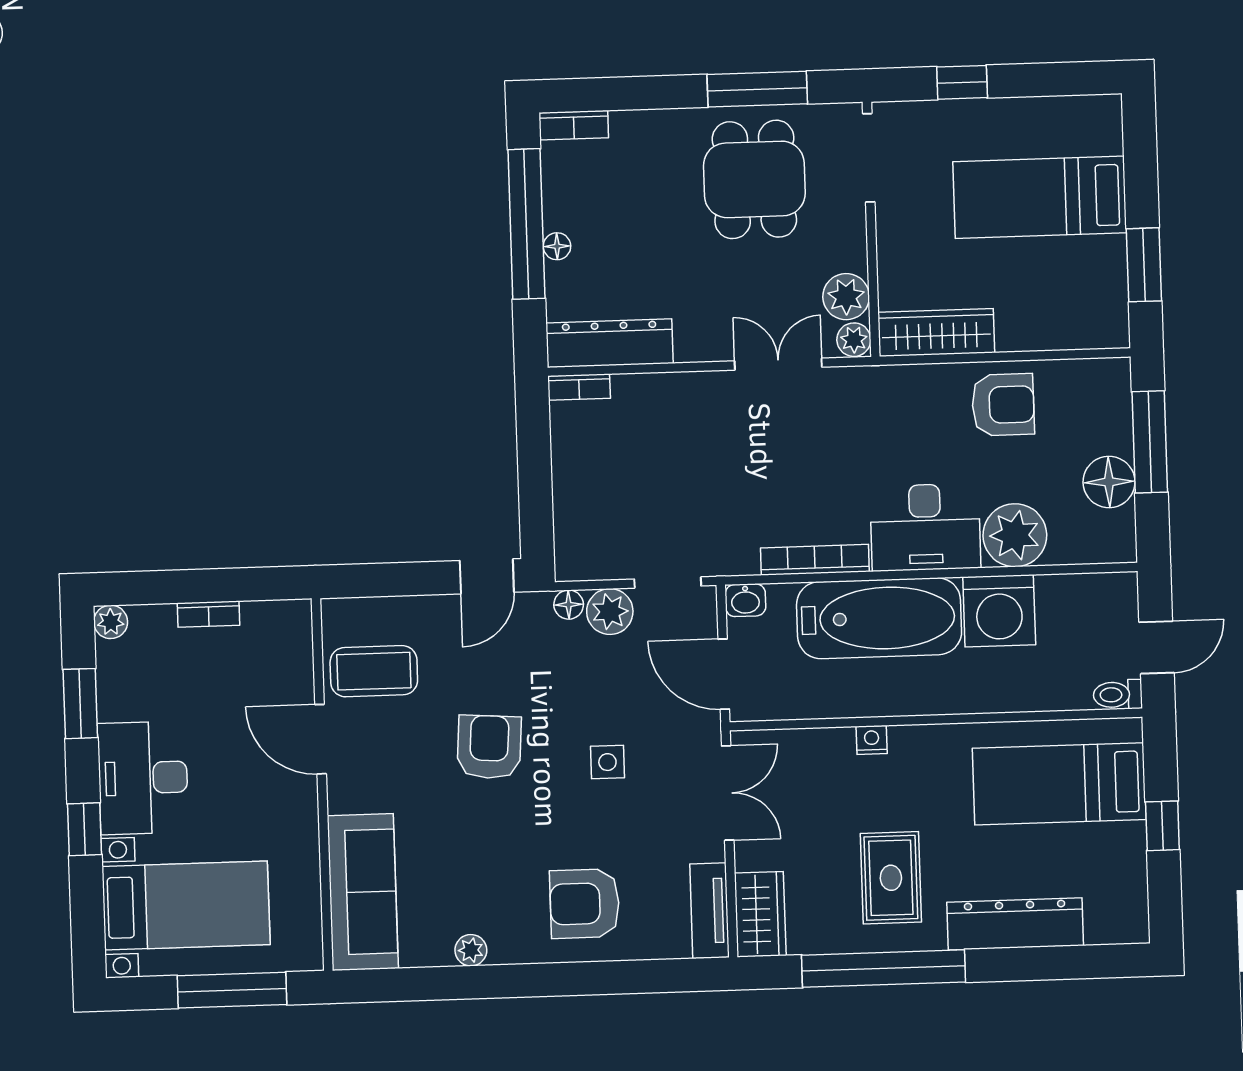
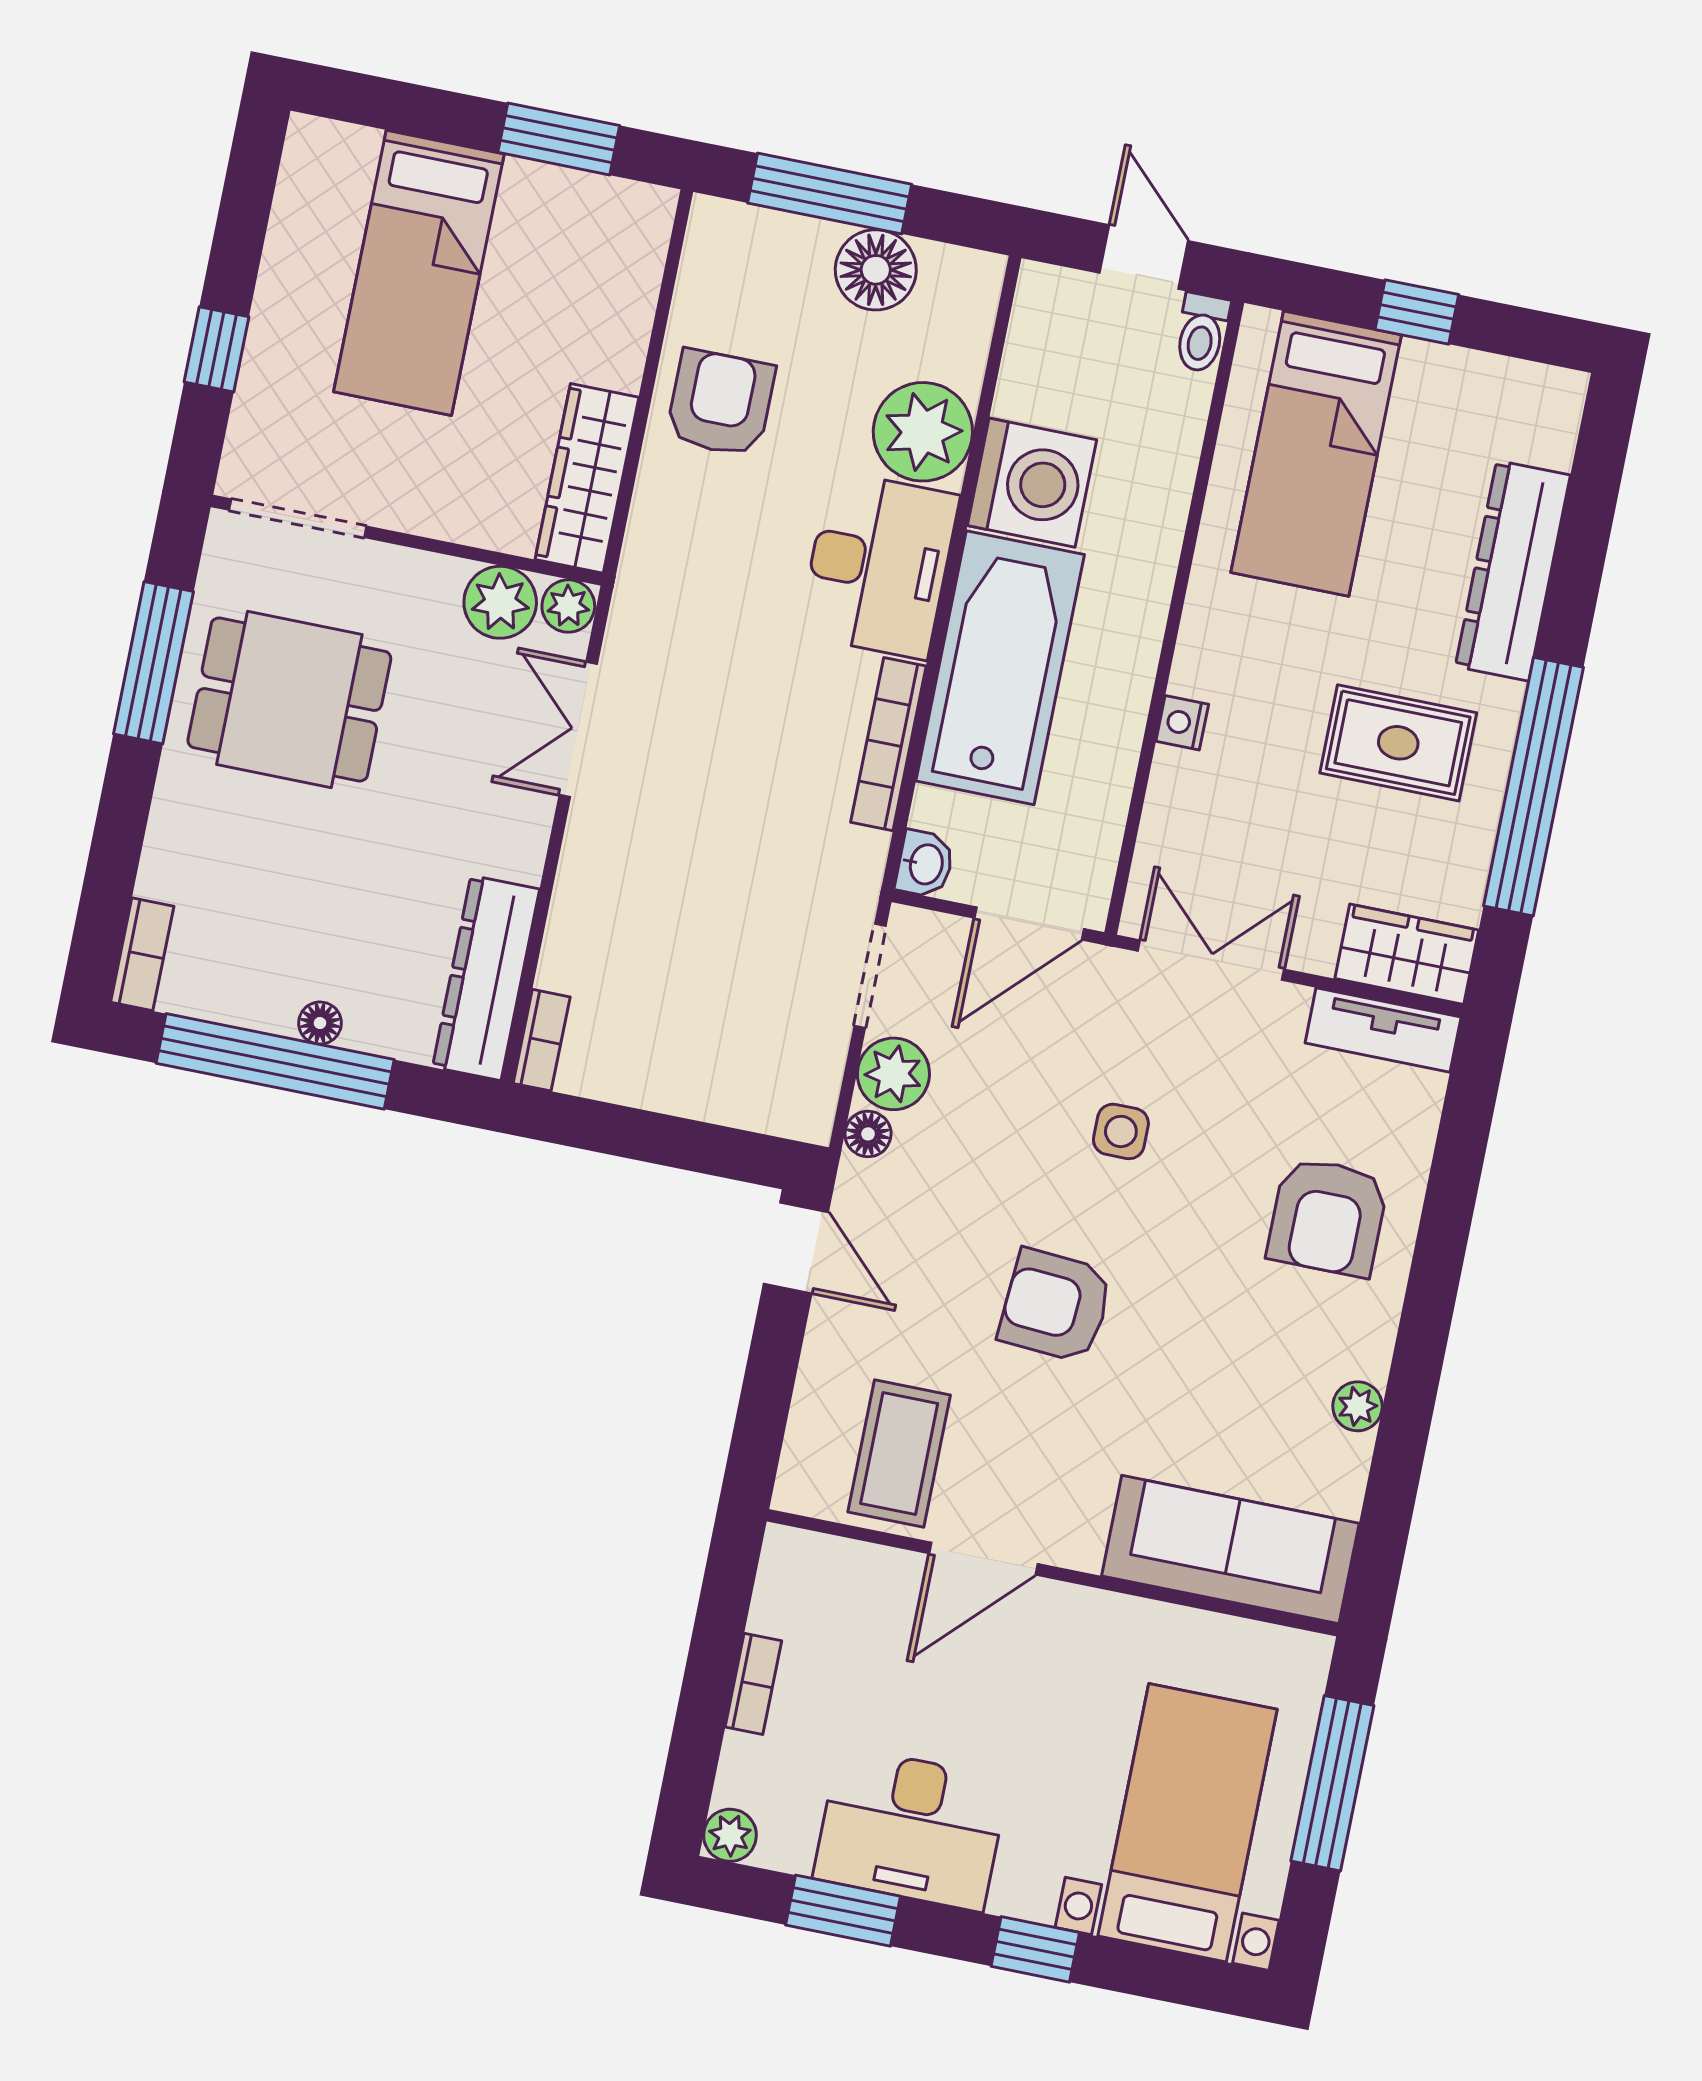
desk: (143, 778) -> (911, 1829), moved

